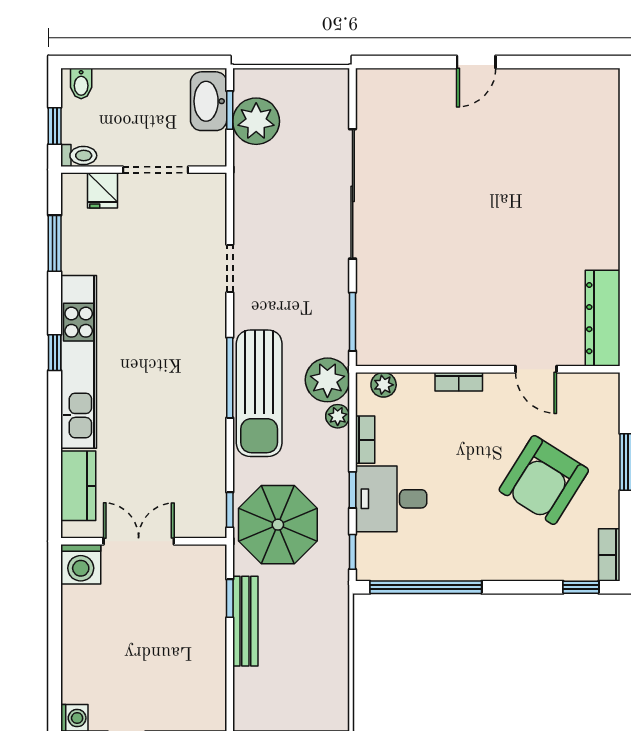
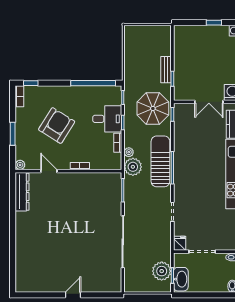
fridge: (103, 190) -> (180, 243), moved
plant: (384, 385) -> (20, 165), moved
armchair: (544, 480) -> (57, 126), moved
bench: (245, 621) -> (166, 70), width x0.73

